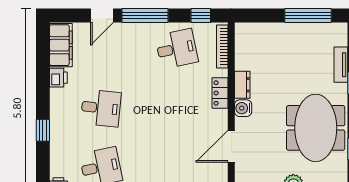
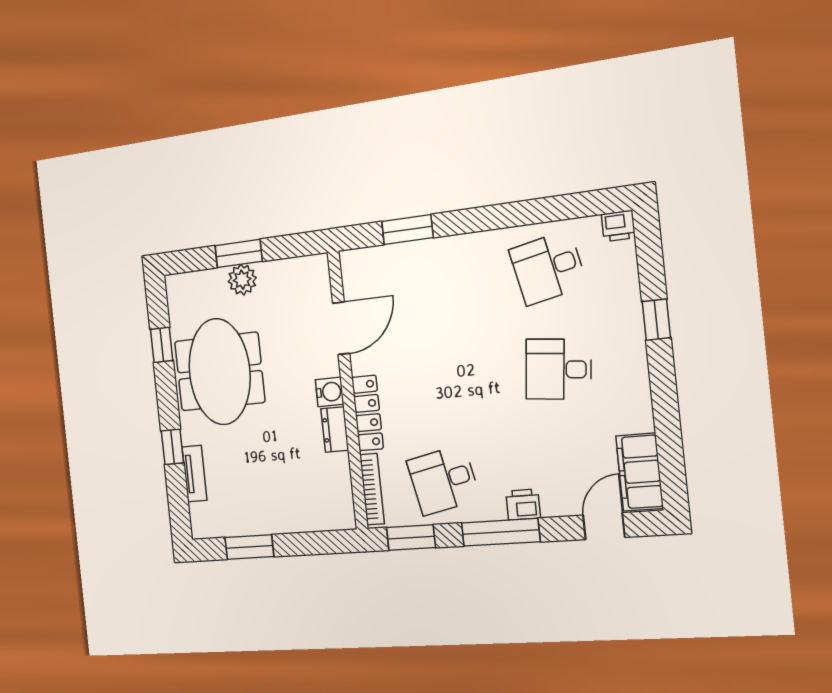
door: (102, 16) -> (604, 526), moved
window: (201, 16) -> (411, 538), width x1.50
window: (308, 16) -> (249, 547), width x0.69
printer: (58, 78) -> (523, 505), moved, turned 90
locker: (220, 93) -> (368, 413), width x1.53

